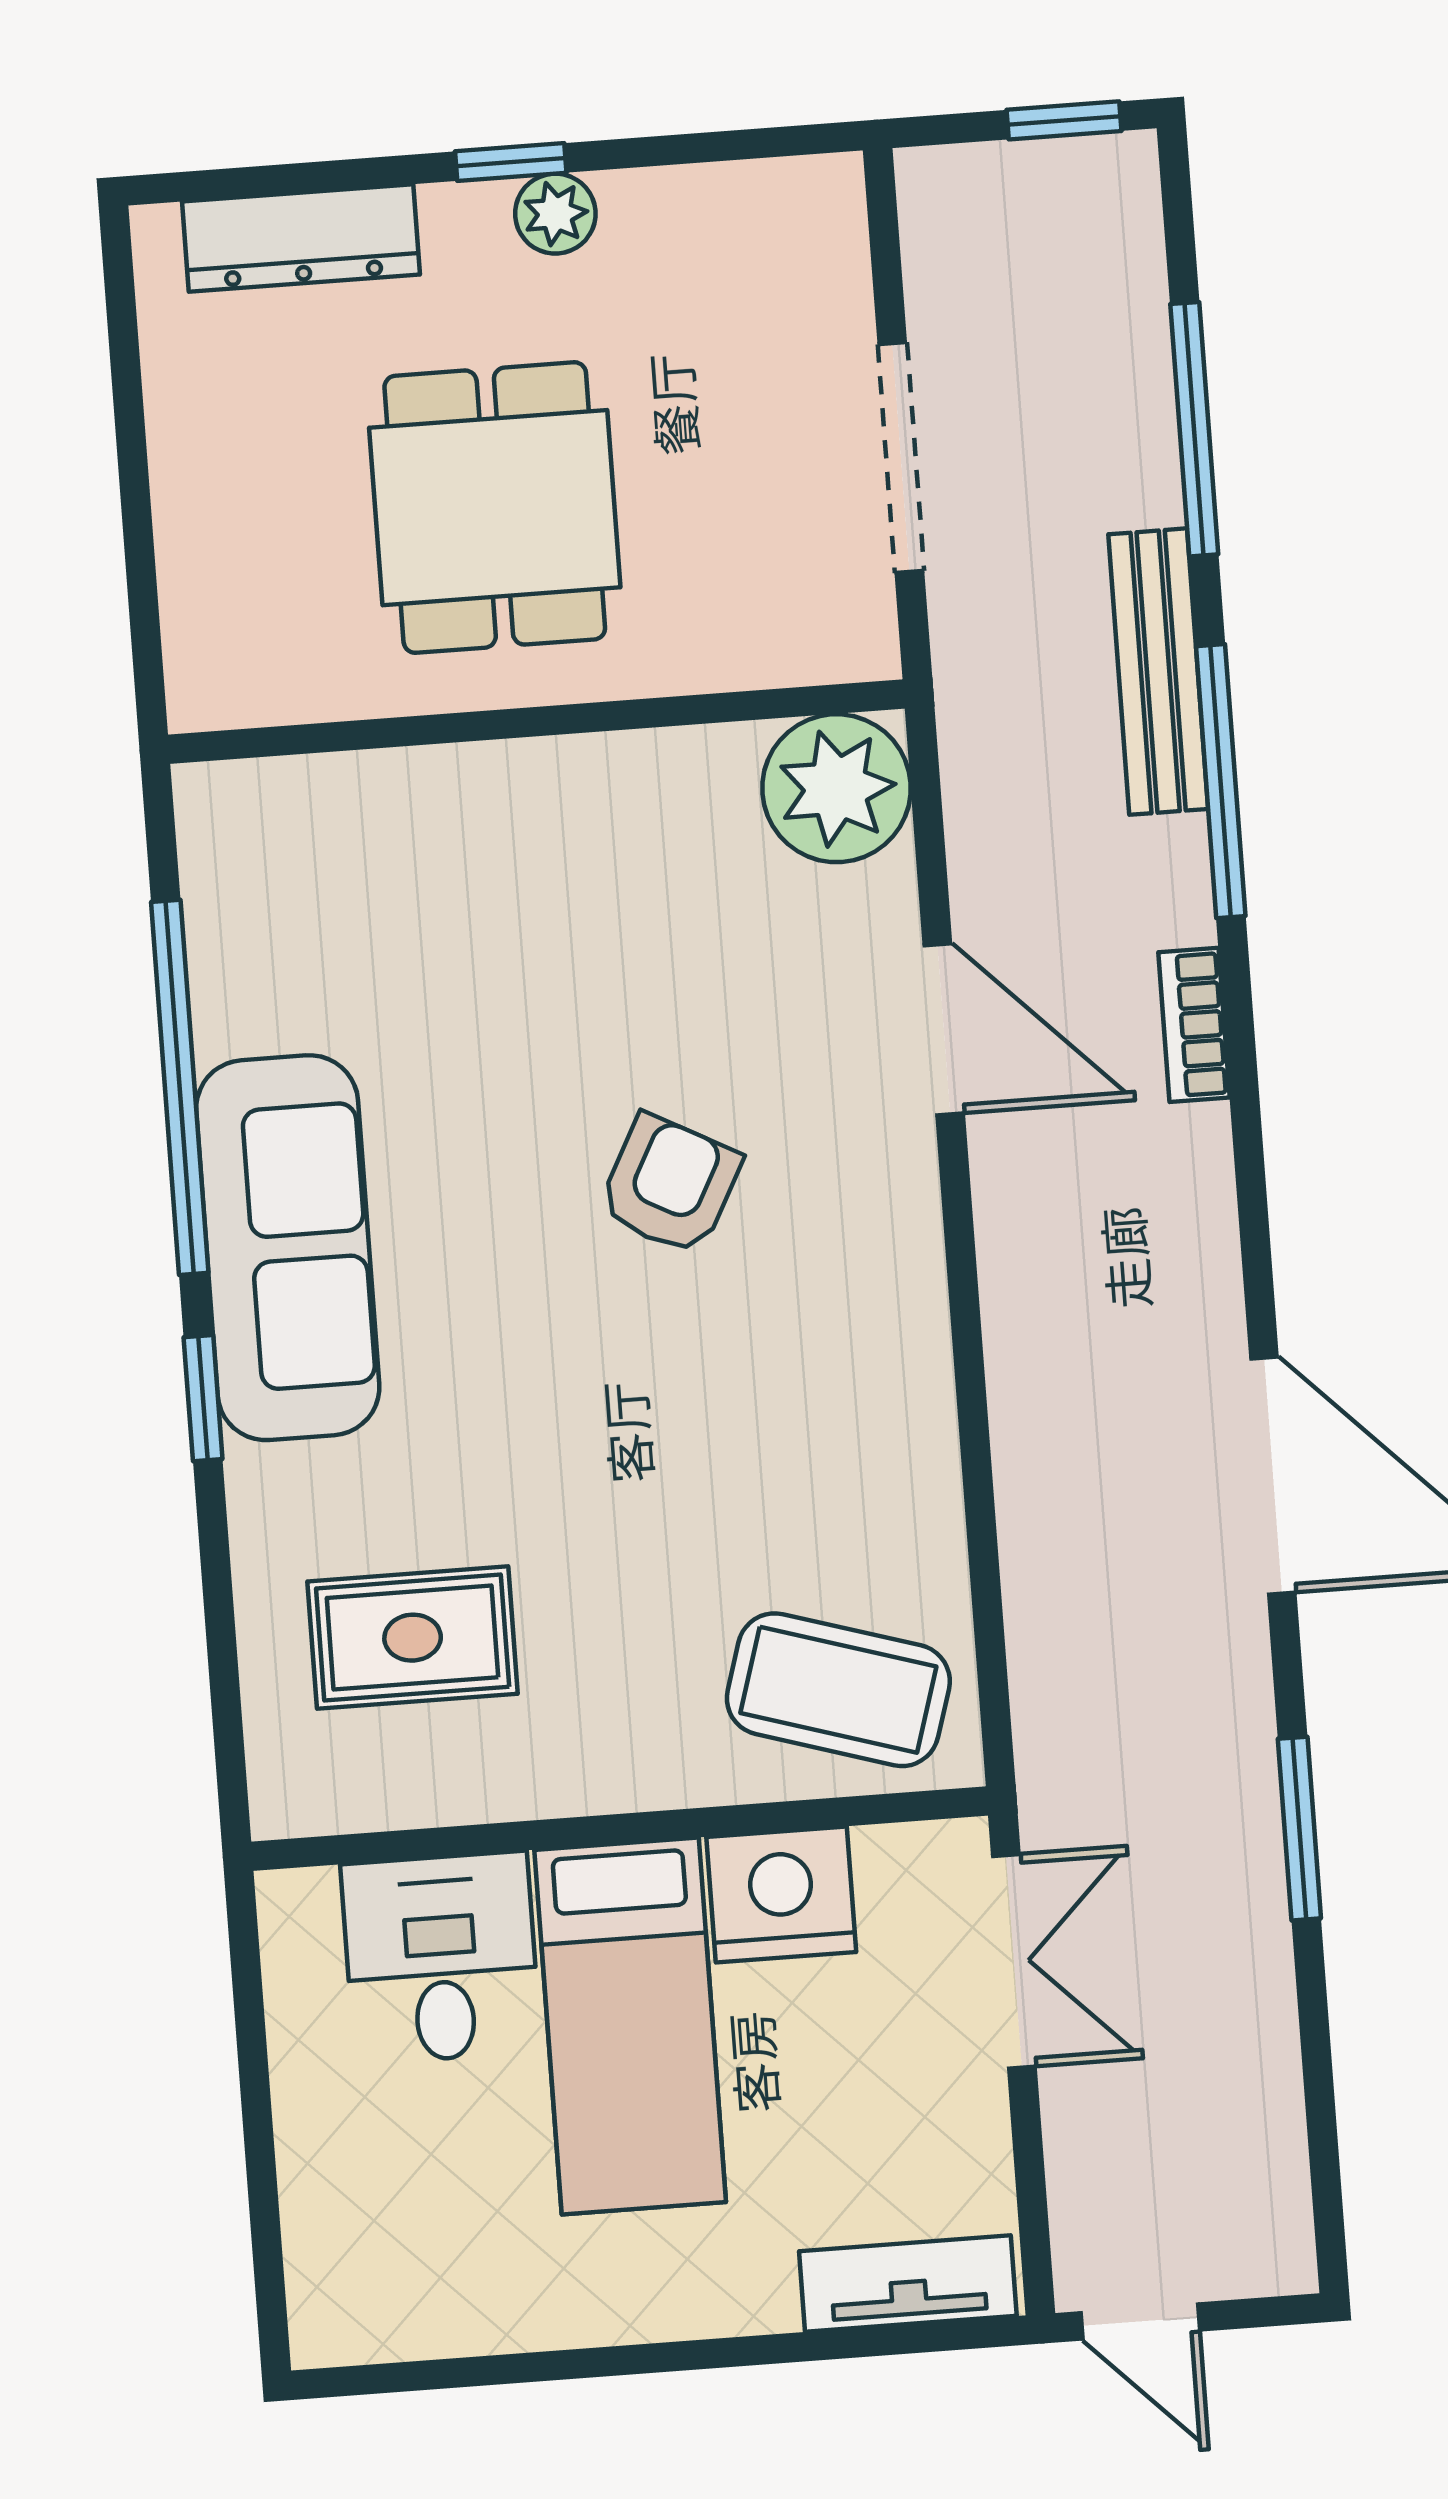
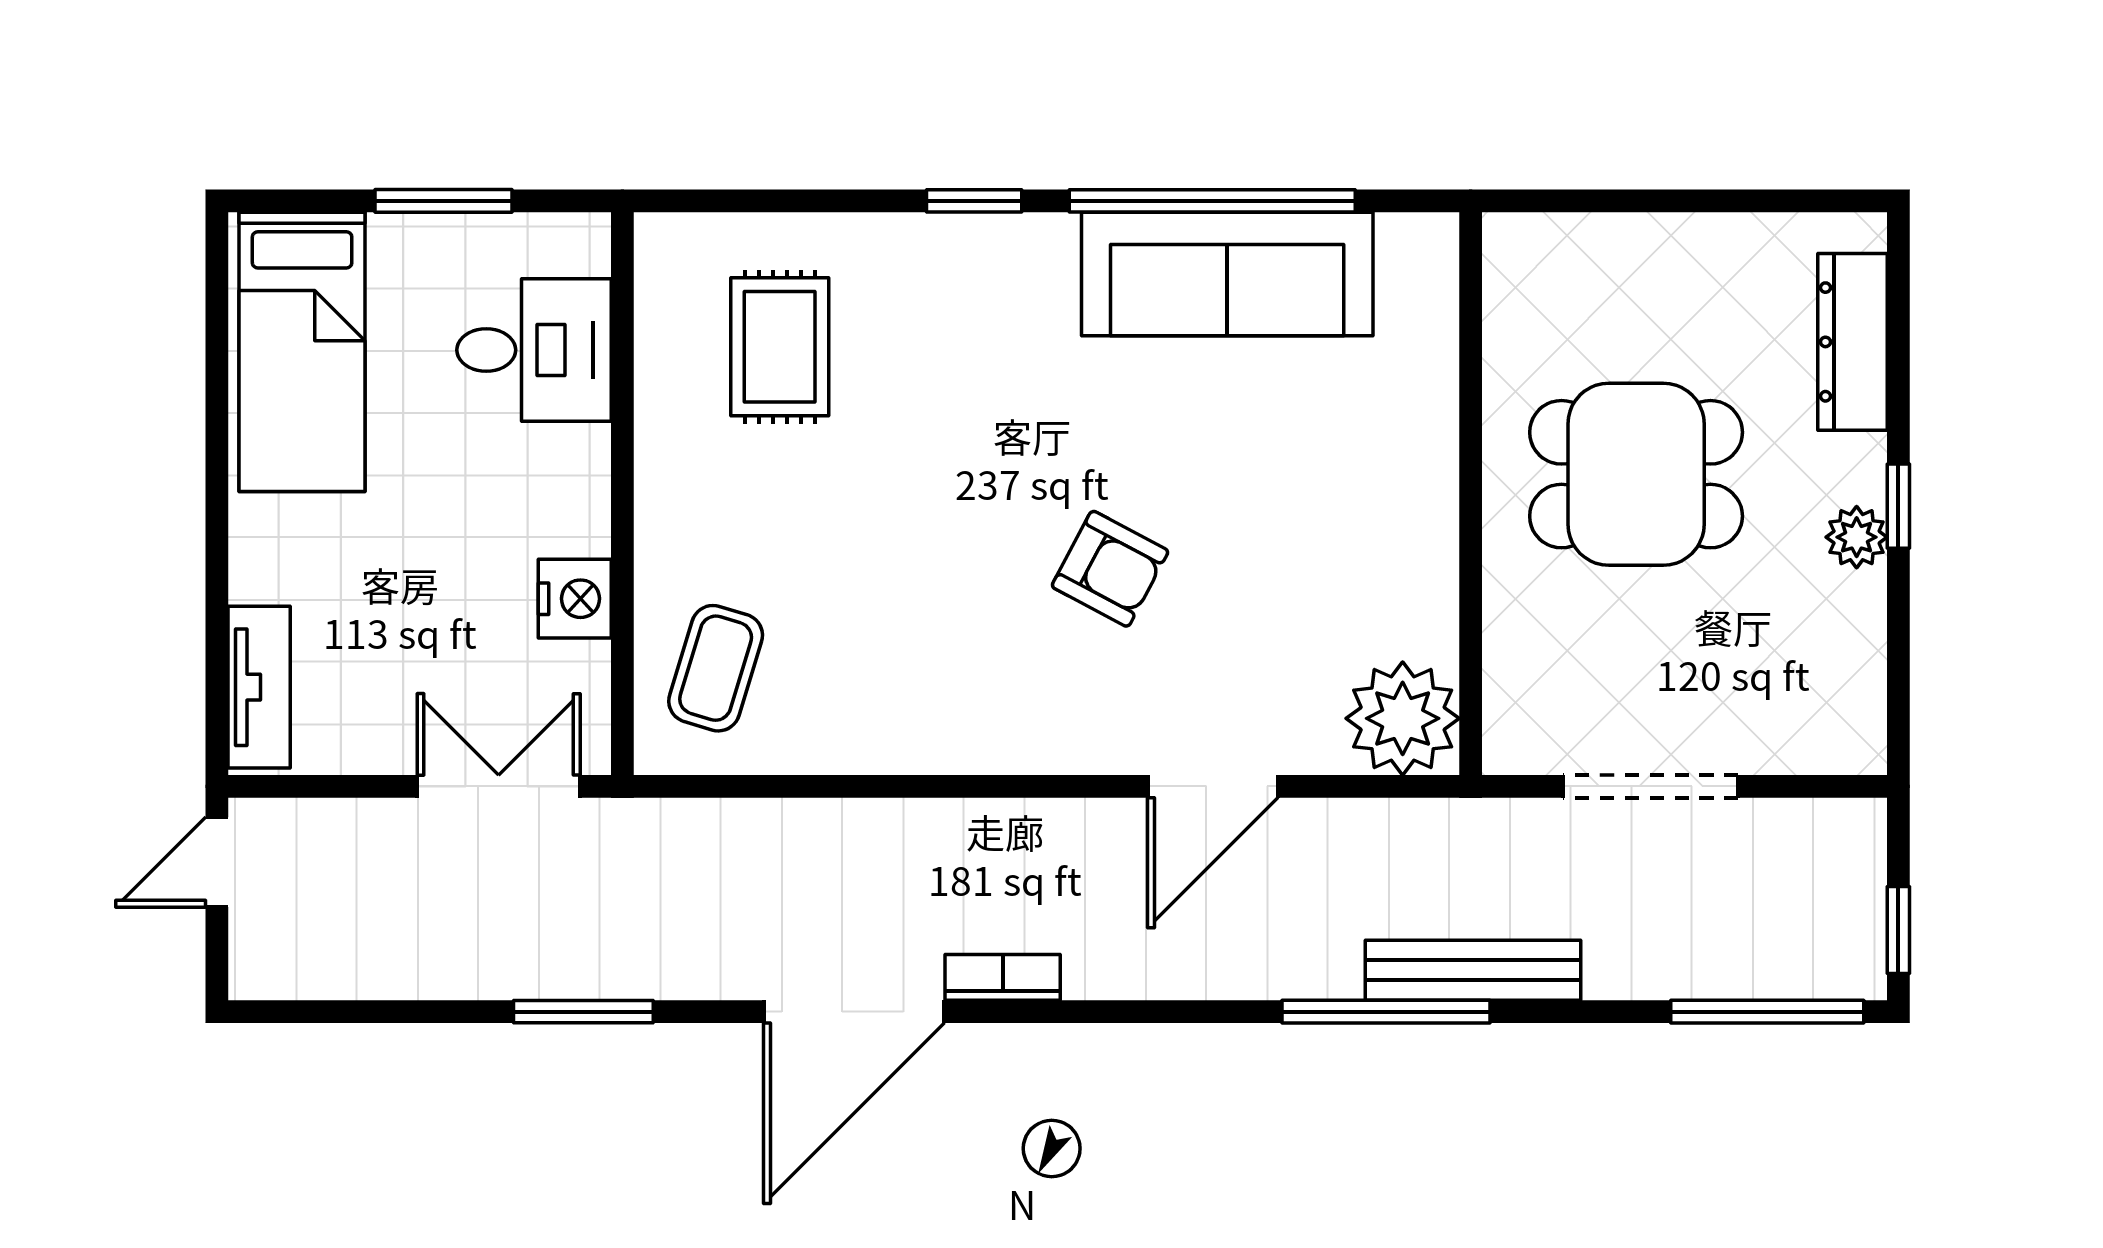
window: (1194, 429) -> (1767, 1012), moved
bookcase: (1194, 1025) -> (1003, 977), moved
sofa: (288, 1248) -> (1227, 274), moved
coffee table: (838, 1690) -> (716, 668), width x0.73, depth x0.77
nightstand: (781, 1895) -> (575, 599), width x0.74, depth x0.75
double door: (1014, 1961) -> (499, 786), swing flipped
bed: (630, 2026) -> (302, 352), moved, turned -90
window: (255, 2091) -> (443, 201), added

